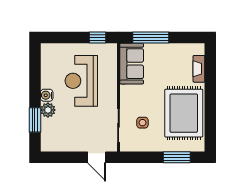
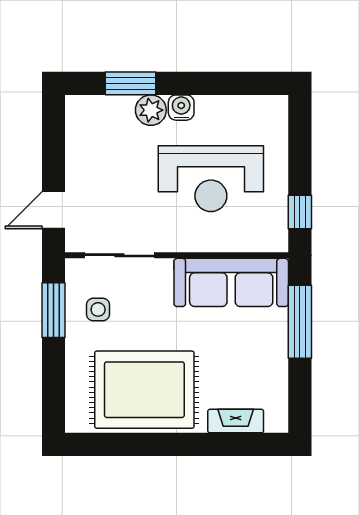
sofa: (132, 64) -> (231, 282), width x1.36
reception desk: (81, 81) -> (211, 179), turned 180
side table: (142, 123) -> (98, 309), moved
window: (177, 157) -> (54, 310), moved

